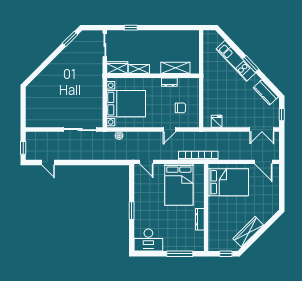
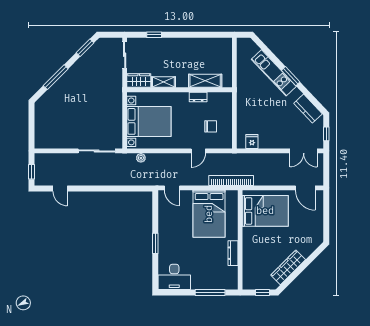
window: (44, 65) -> (56, 77), added

